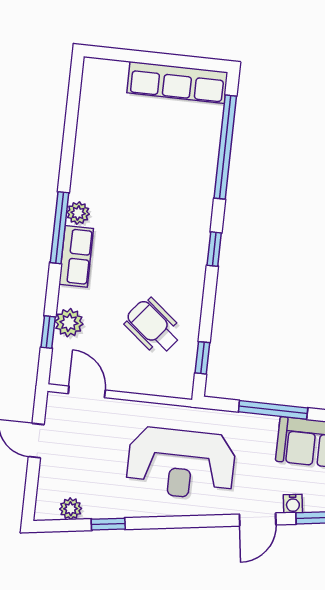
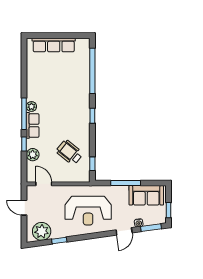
row of seats: (177, 82) -> (54, 45), moved
window: (48, 332) -> (24, 144), moved
plant: (71, 509) -> (42, 231), width x1.87, depth x1.87

